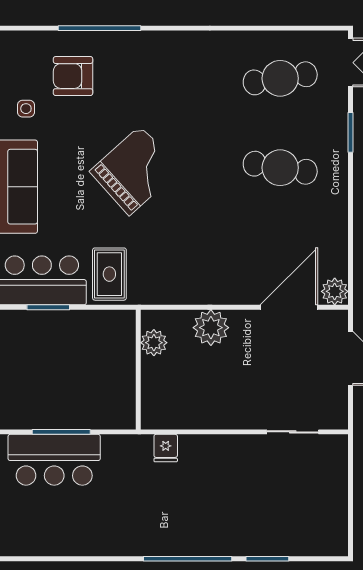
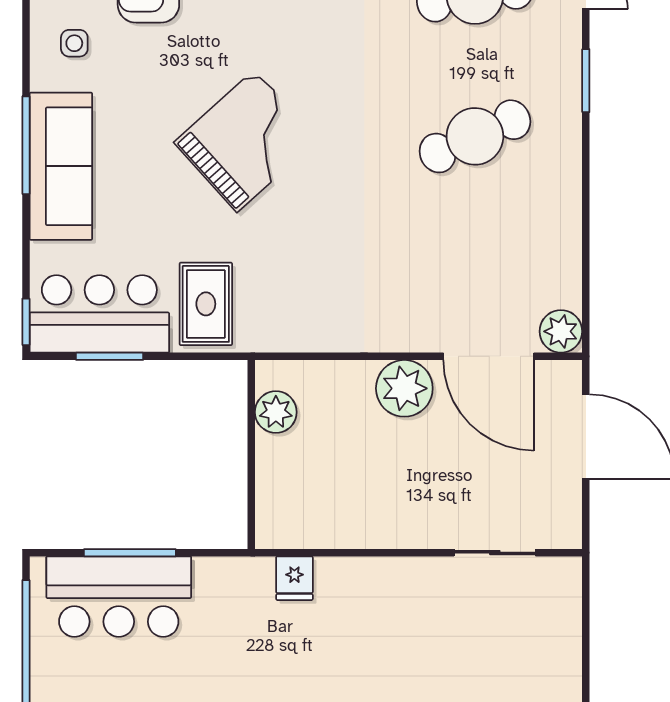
cafe table: (280, 168) -> (475, 136), turned -33
door: (289, 307) -> (489, 356), swing flipped
plant: (211, 328) -> (404, 388), moved

